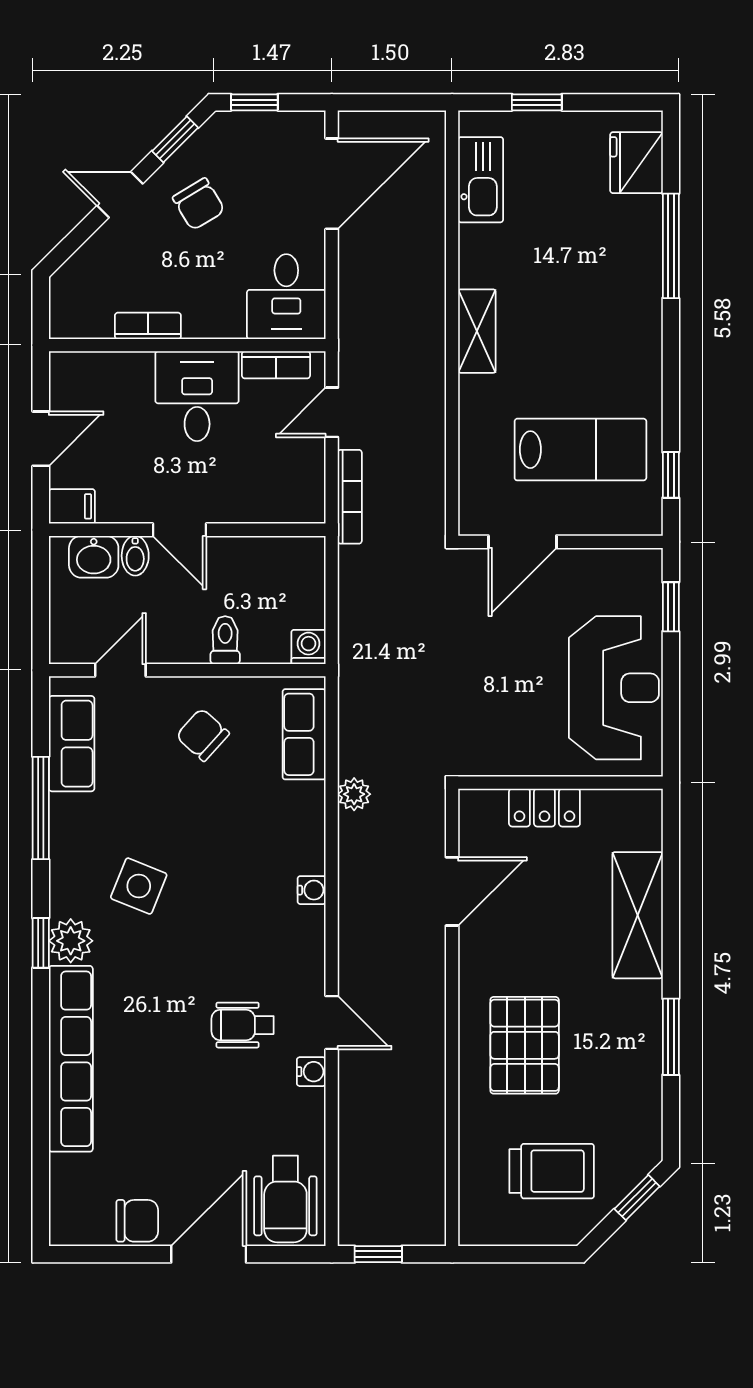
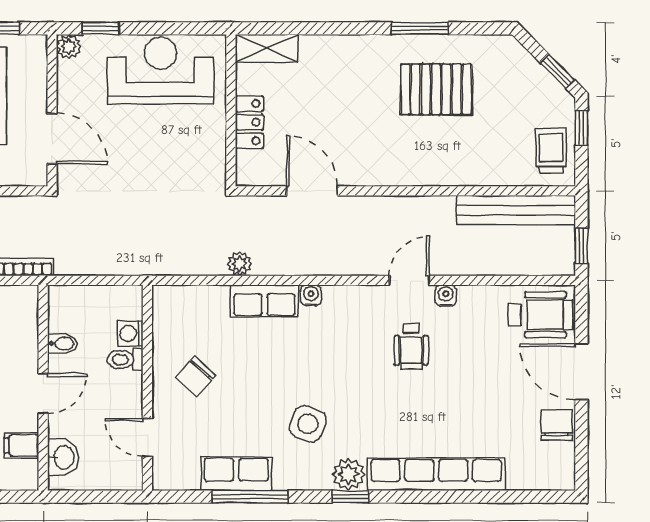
filing cabinet: (72, 506) -> (21, 445), moved, turned -90
bidet: (135, 556) -> (62, 344), moved
plant: (646, 564) -> (69, 47), added
washing machine: (308, 647) -> (130, 333), moved
row of seats: (304, 734) -> (264, 301), moved
row of seats: (72, 744) -> (236, 474), moved
shelving: (638, 915) -> (267, 48), moved, width x0.67, depth x0.75
pallet: (525, 1045) -> (436, 89), moved
bench: (426, 1167) -> (516, 210), added
trolley: (552, 1171) -> (551, 151), moved, width x0.73, depth x0.72
window: (637, 1198) -> (558, 72), moved
window: (537, 1254) -> (581, 128), added

